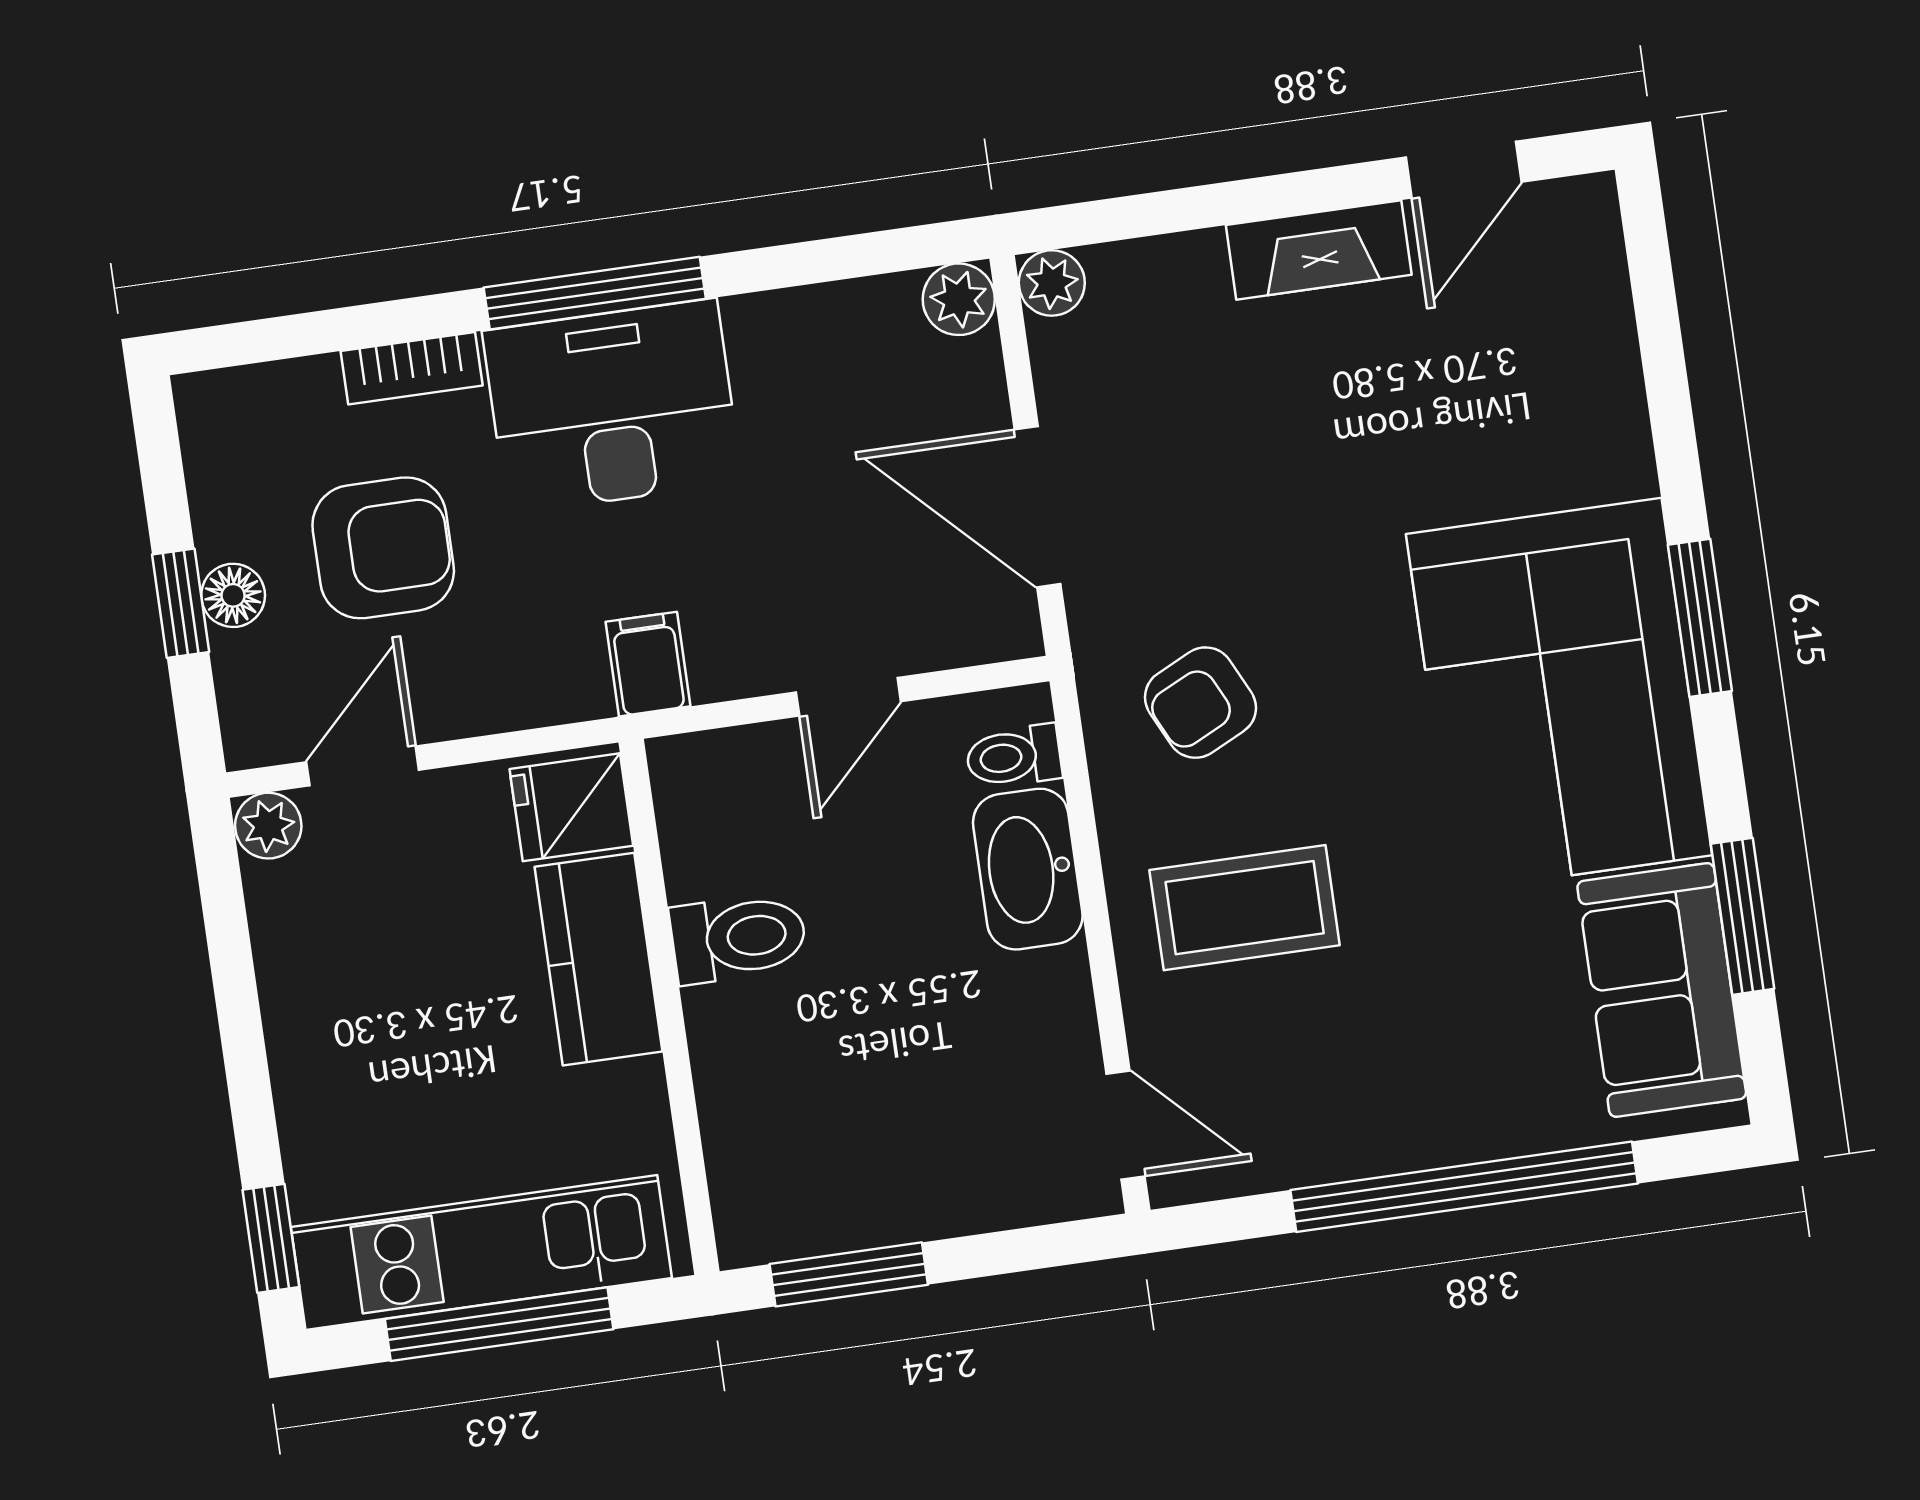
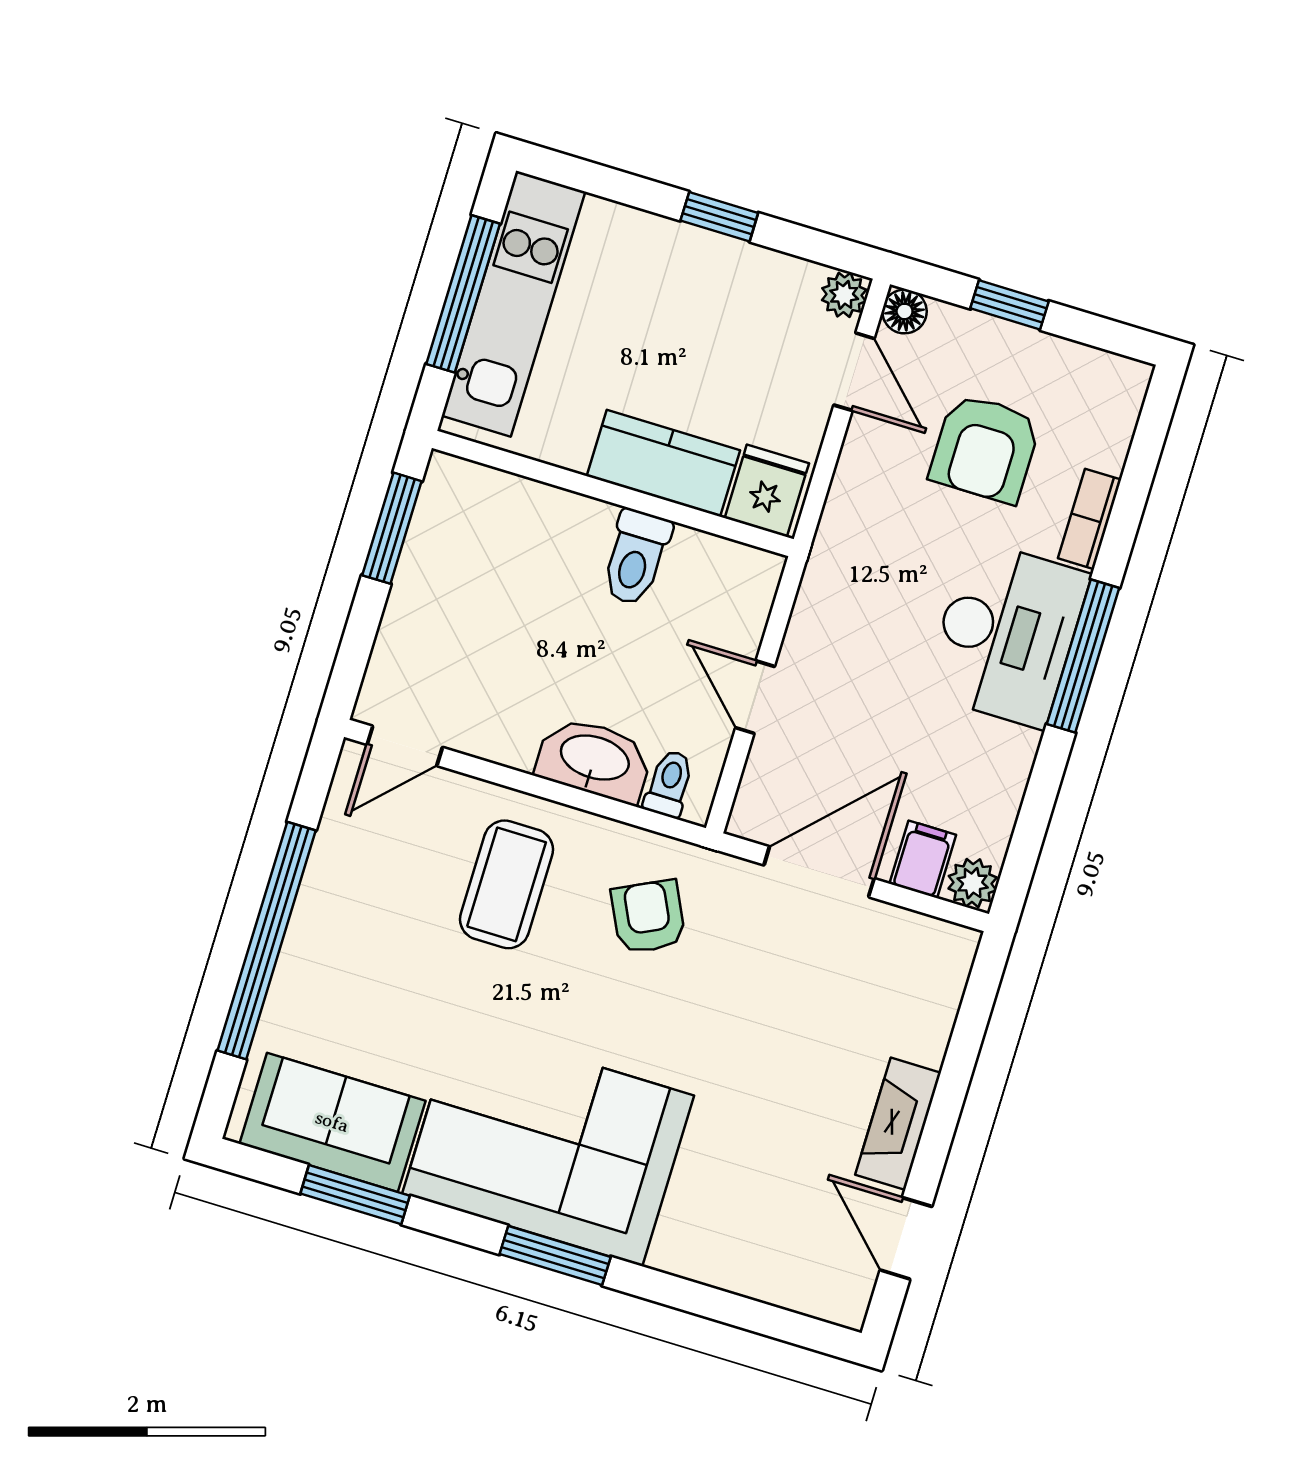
plant: (1052, 283) -> (956, 946), removed
floor lamp: (233, 595) -> (905, 311), moved
filing cabinet: (648, 664) -> (923, 859), moved, turned -90
window: (271, 1238) -> (719, 217), moved

